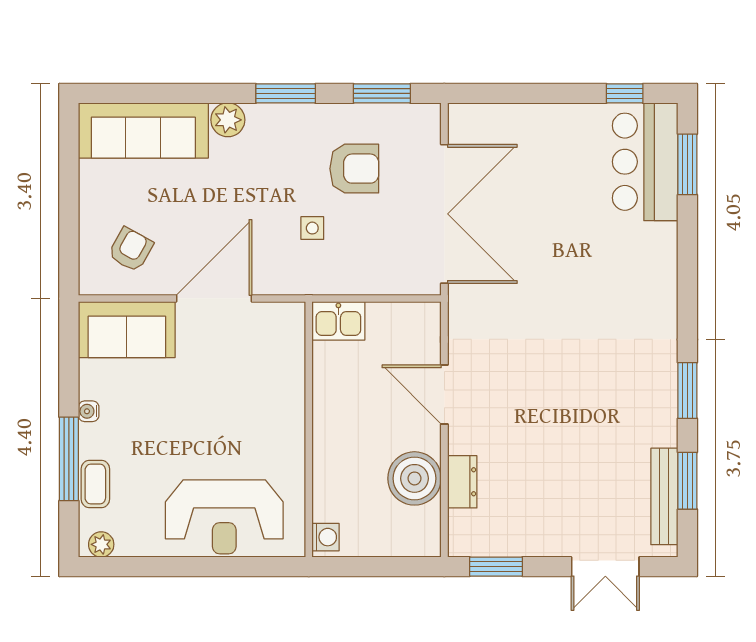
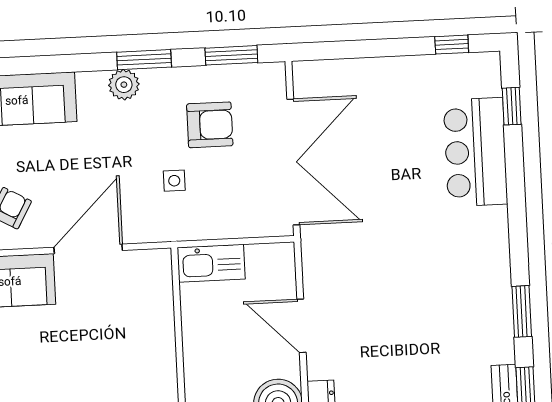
plant: (228, 120) -> (124, 85), moved
bar counter: (645, 162) -> (476, 152), moved
window: (687, 164) -> (512, 106), width x0.67
kitchen sink: (338, 321) -> (211, 263), width x1.38

